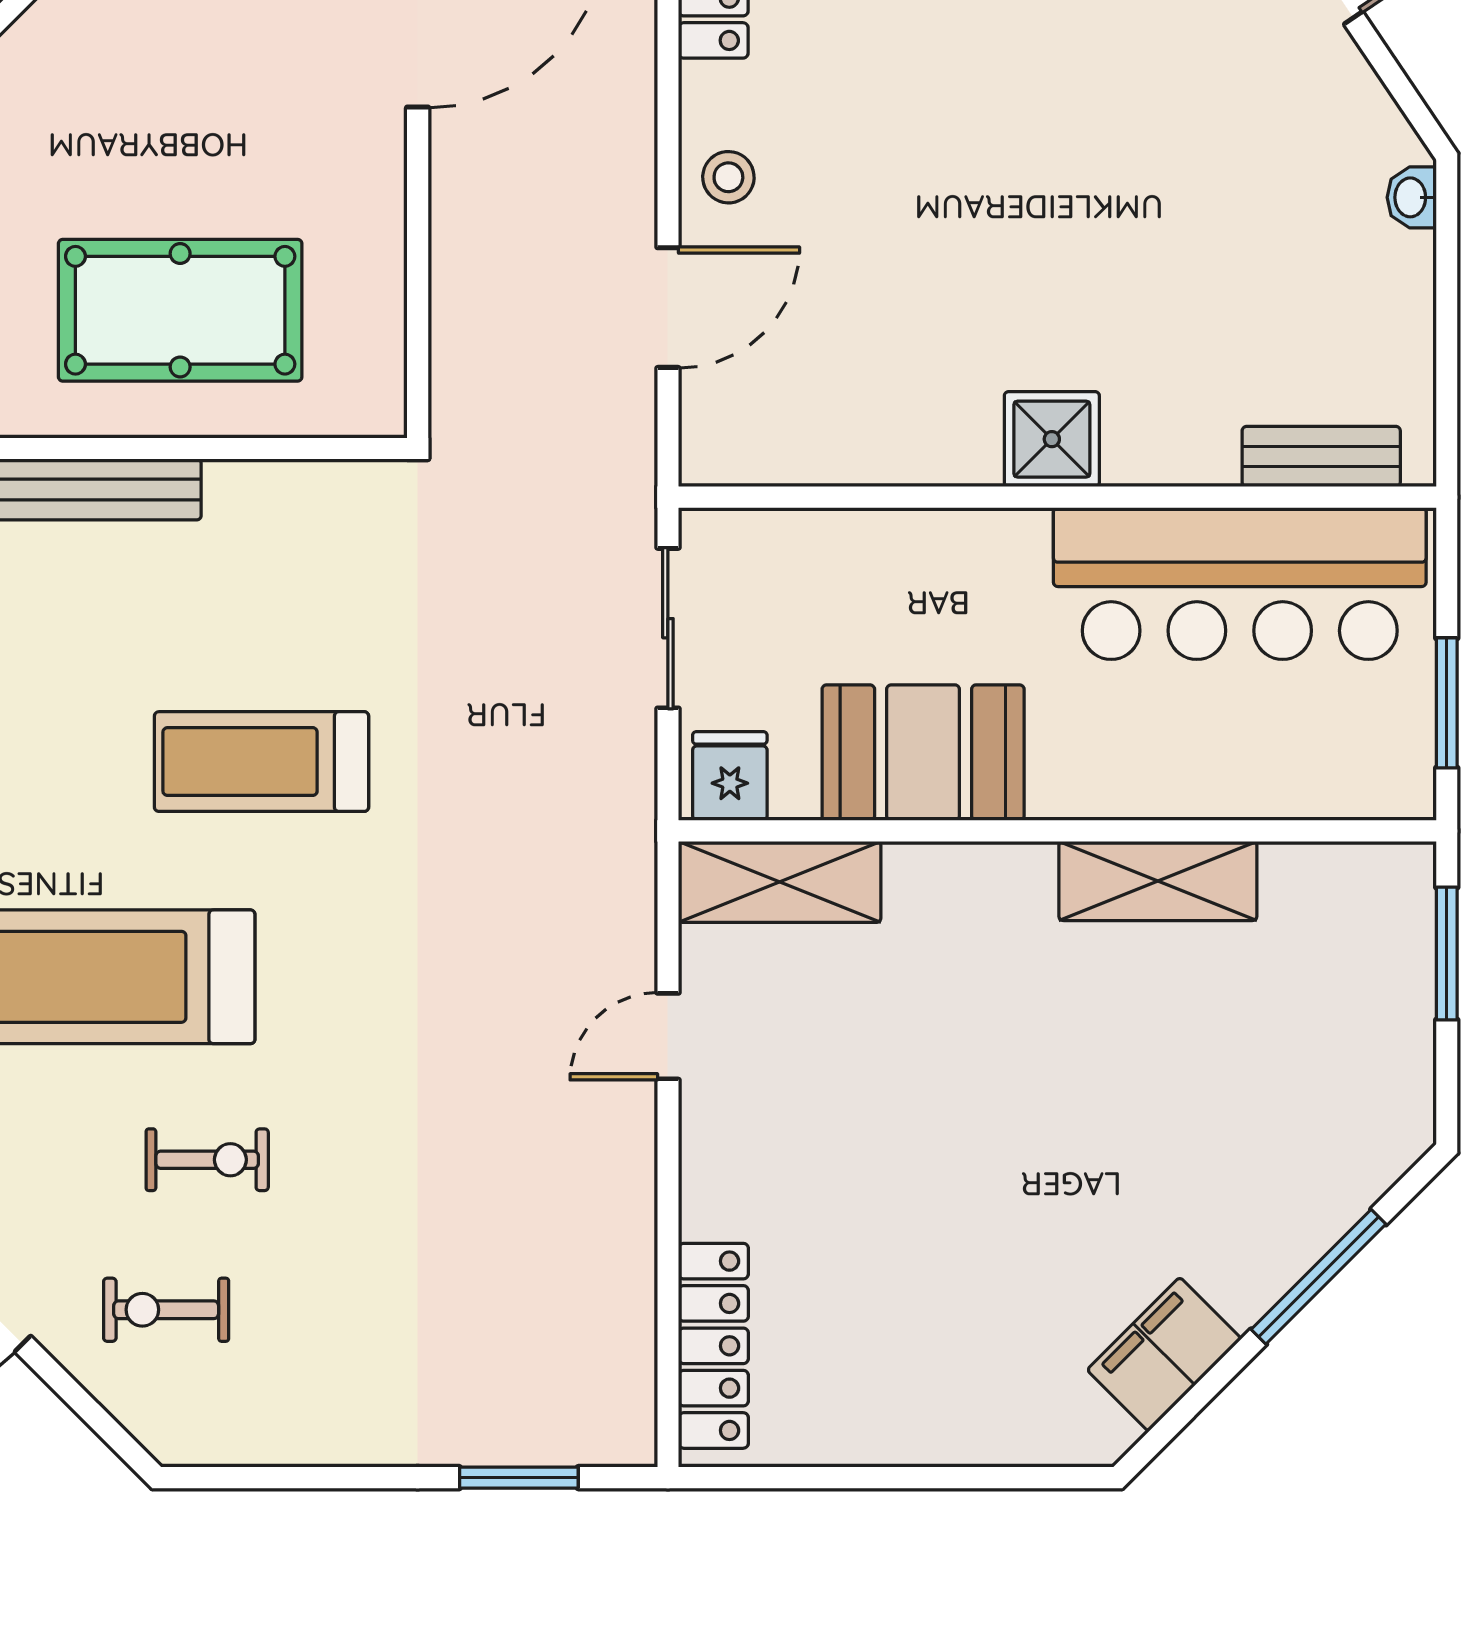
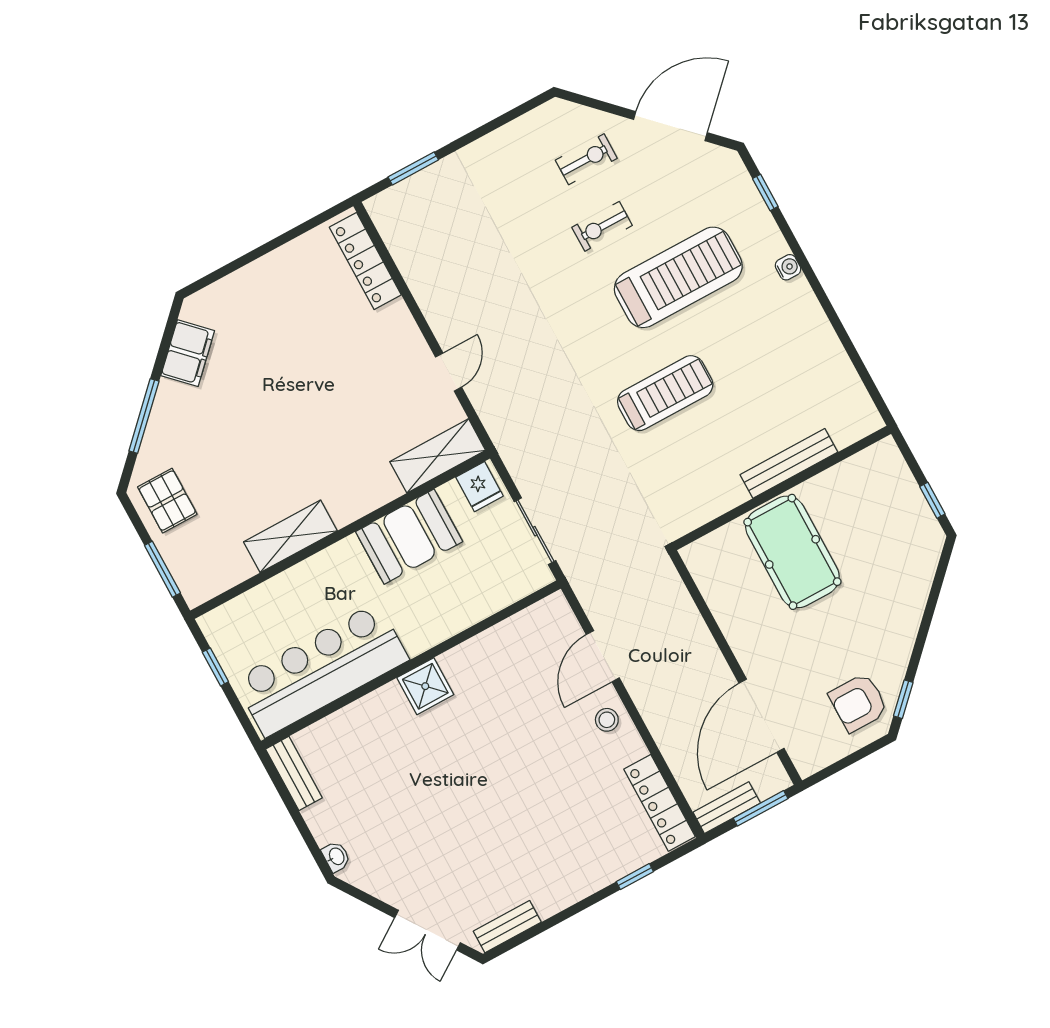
pool table: (180, 310) -> (792, 552), turned 90
bench: (1321, 457) -> (294, 773), moved, turned 90
window: (1447, 703) -> (215, 667), width x0.67
pallet: (1363, 1084) -> (167, 501), added

